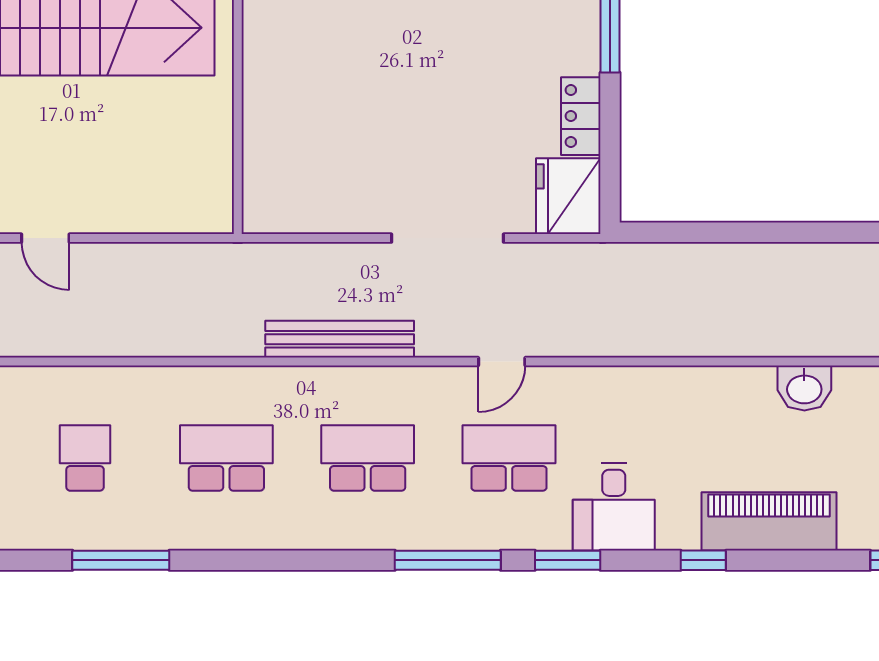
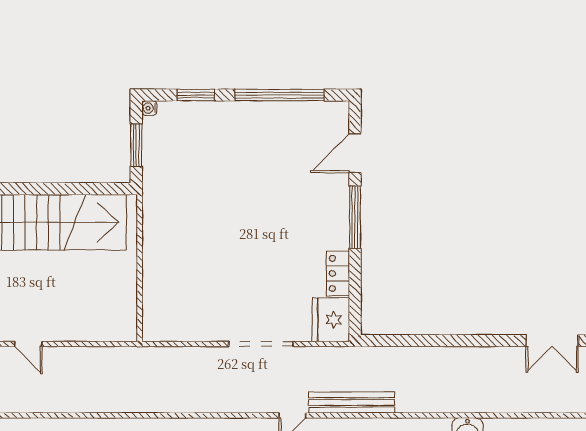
bench: (340, 339) -> (352, 403), moved

